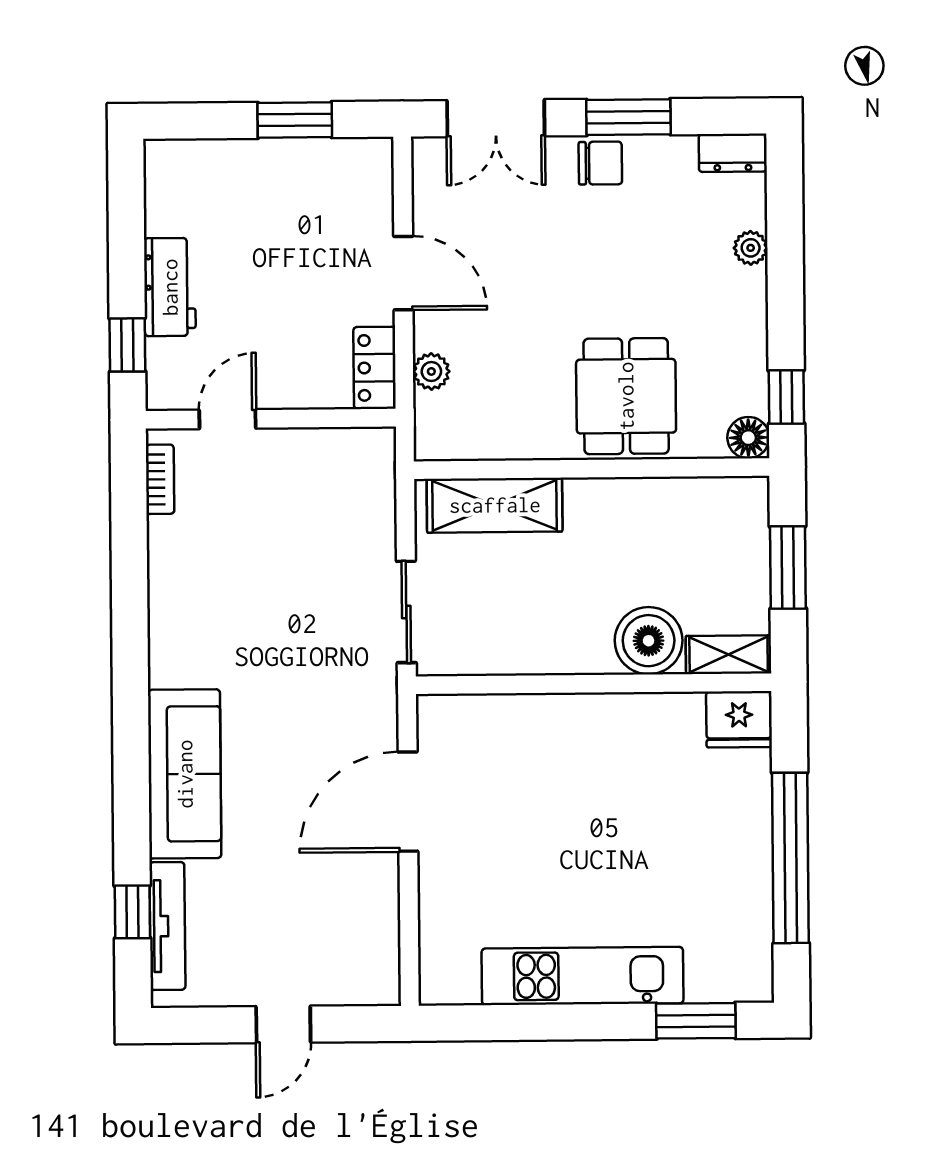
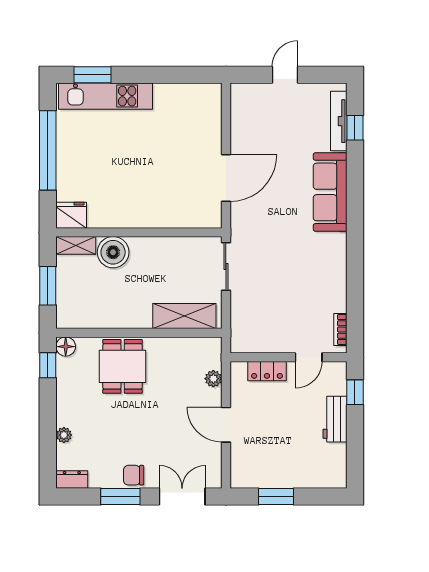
locker: (375, 368) -> (267, 371), moved, turned 90
kitchen unit: (582, 976) -> (106, 96), moved

